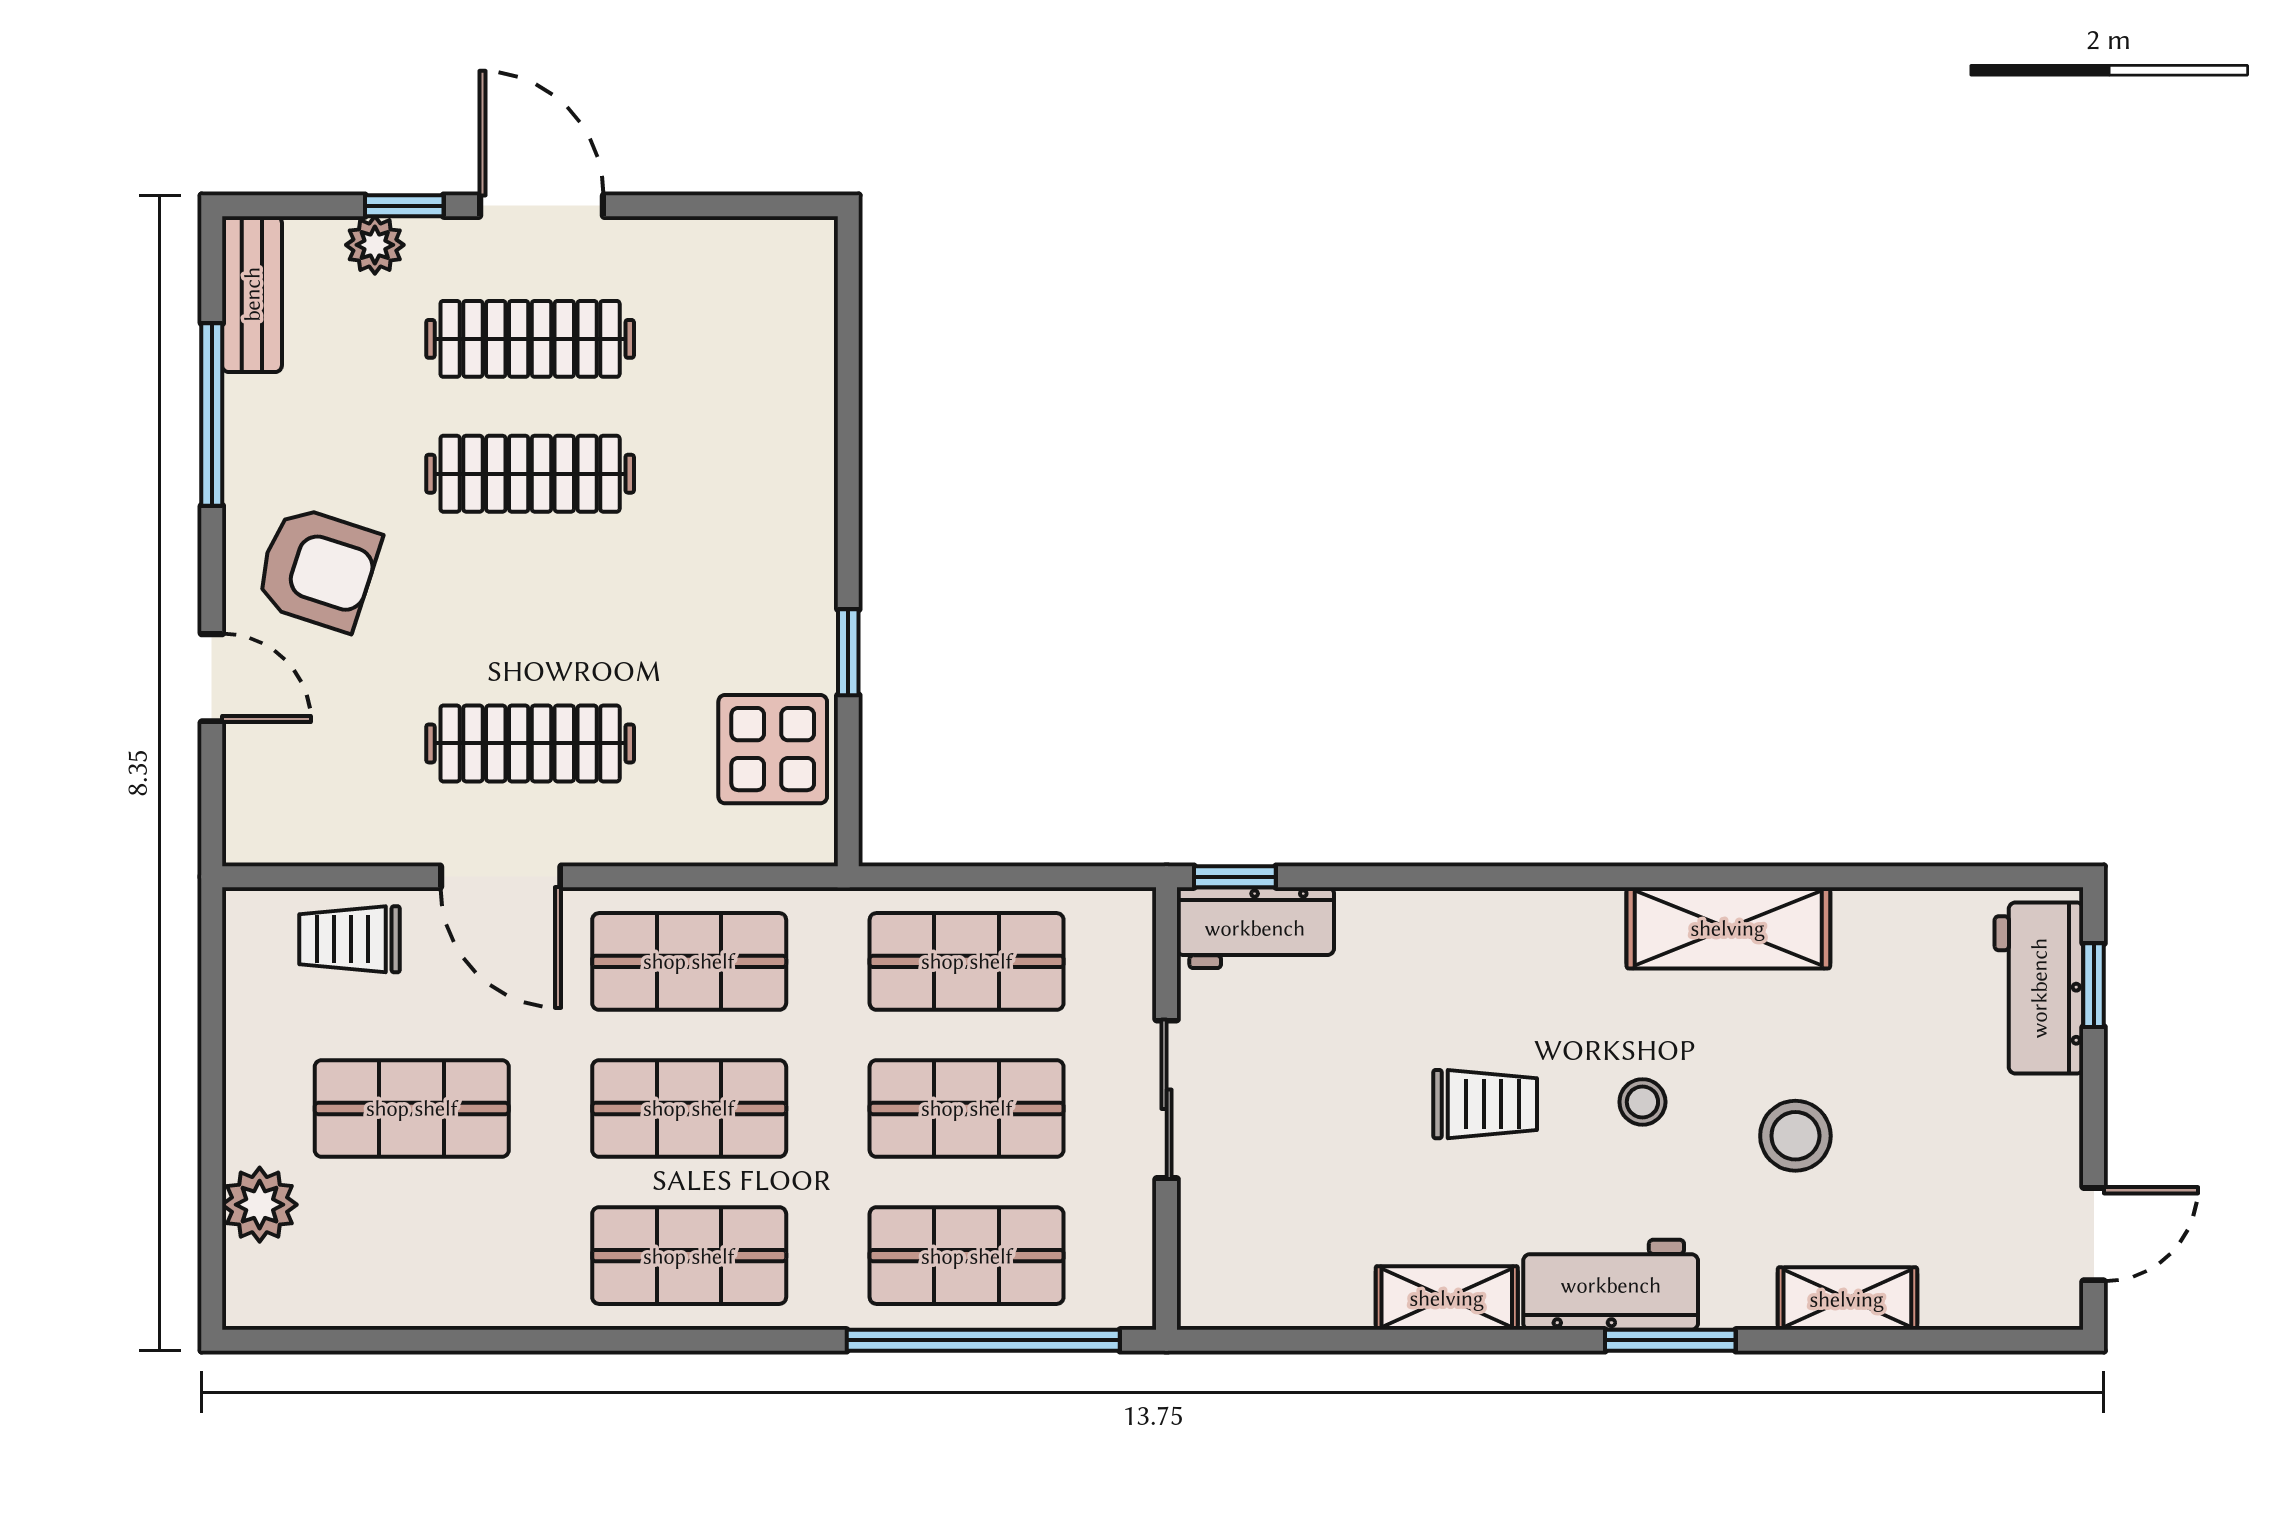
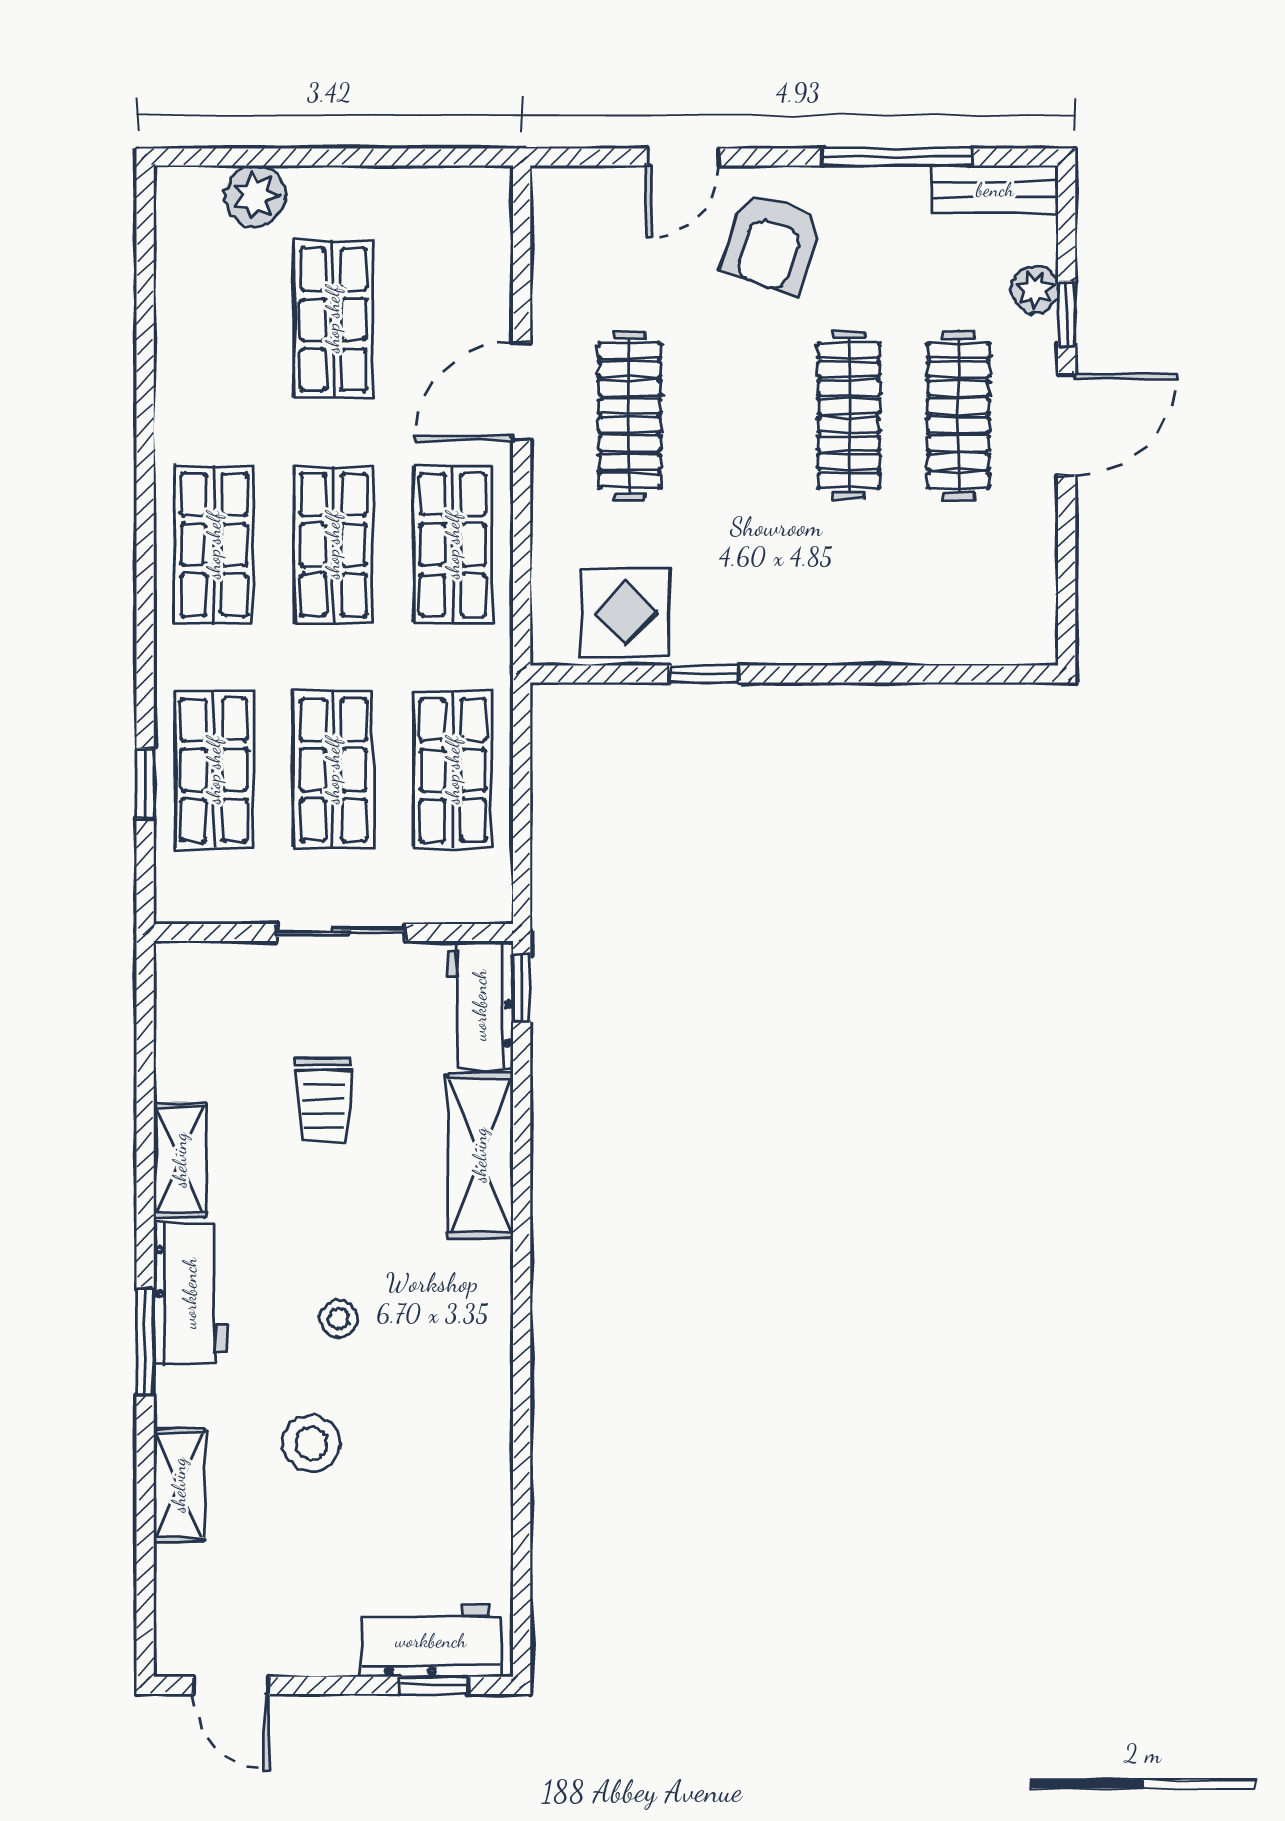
shelving: (1728, 928) -> (480, 1155), moved
trolley: (350, 939) -> (471, 269), removed
trolley: (1485, 1104) -> (323, 1100), moved
window: (983, 1340) -> (145, 784), width x0.32

